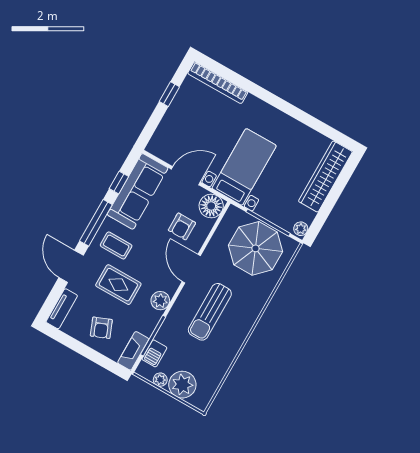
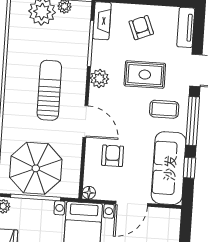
floor lamp: (211, 206) -> (89, 193), width x0.53, depth x0.53
barbecue: (154, 353) -> (81, 28), removed

